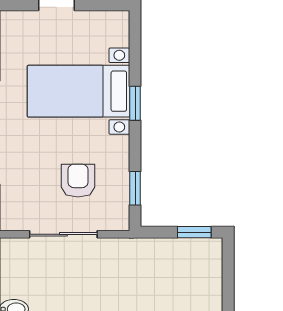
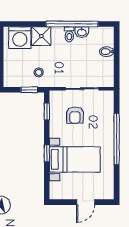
window: (194, 232) -> (29, 90), moved
stool: (152, 267) -> (39, 72), added

